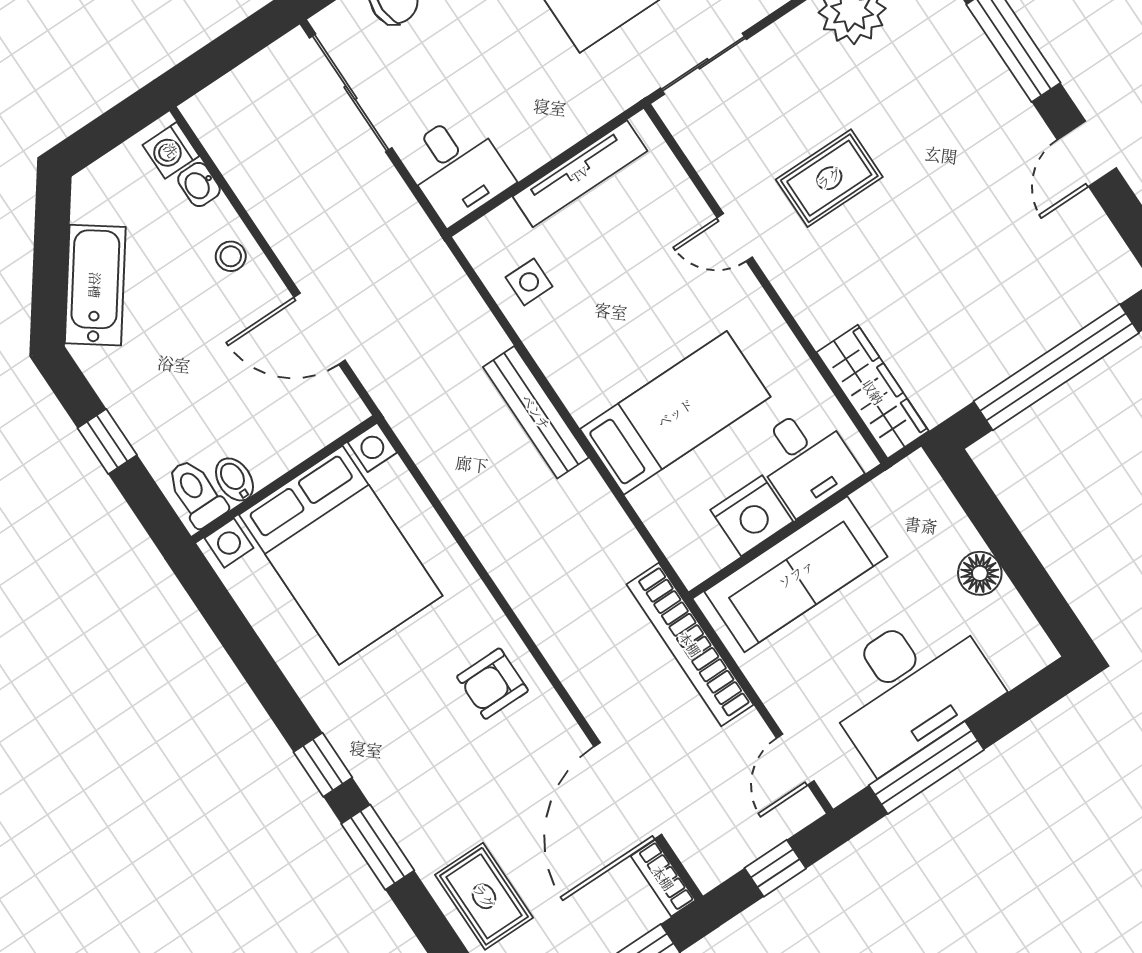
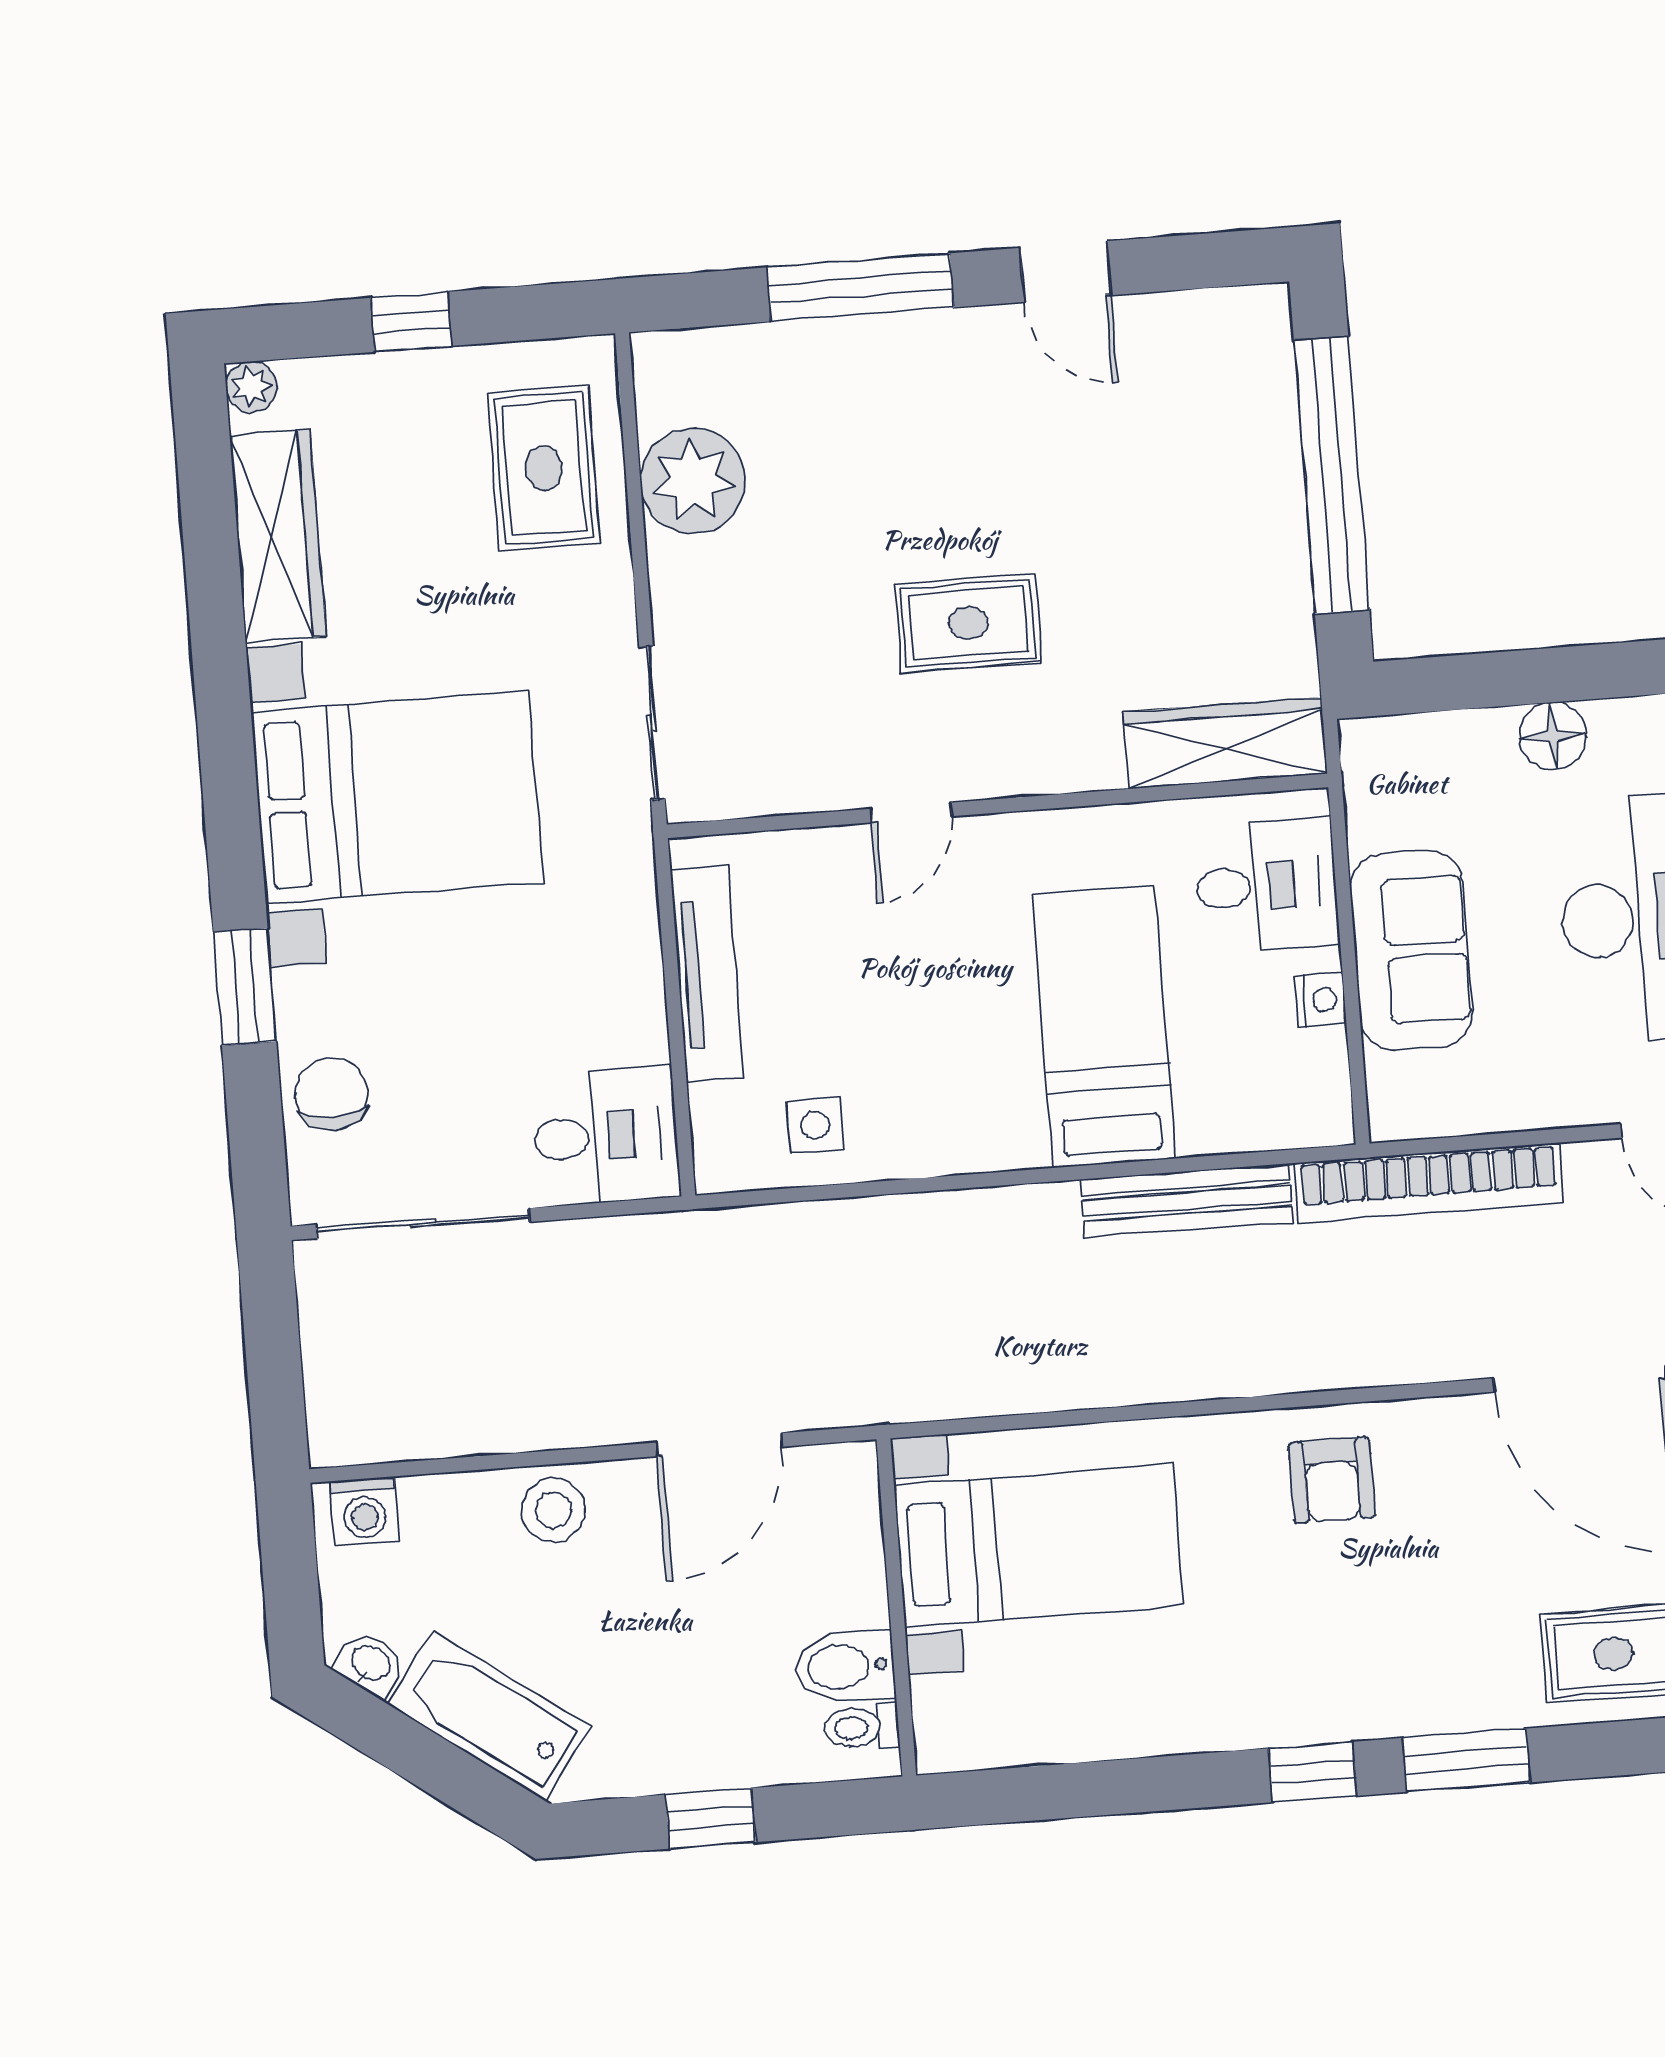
rug: (829, 178) -> (968, 623), moved, turned 90
washbasin: (199, 184) -> (370, 1664), moved, turned -144
stool: (231, 256) -> (553, 1510), width x1.37, depth x1.37
bench: (536, 412) -> (1187, 1201), moved
bidet: (234, 479) -> (845, 1666), width x1.38, depth x1.36
toilet: (196, 493) -> (862, 1727), width x0.73, depth x0.72
nightstand: (752, 516) -> (1320, 1000), width x0.53, depth x0.56
bed with nightstands: (341, 555) -> (1039, 1546), width x0.73
sofa: (796, 574) -> (1411, 950), width x0.73

